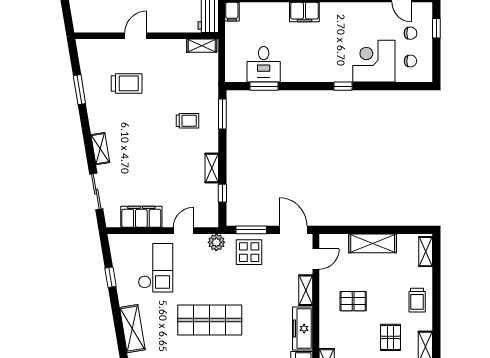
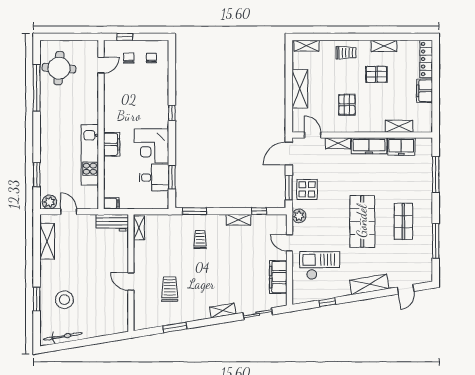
corner desk: (374, 61) -> (152, 146), moved

